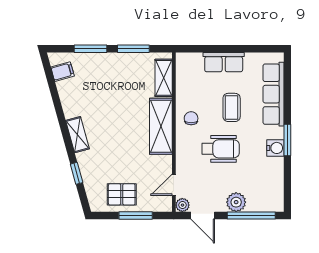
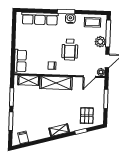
row of seats: (224, 62) -> (20, 61), moved
coffee table: (232, 107) -> (92, 22), moved
wheelchair: (220, 149) -> (70, 50), turned 180
door: (174, 185) -> (89, 77), hinge flipped
pallet: (122, 194) -> (87, 116), moved

